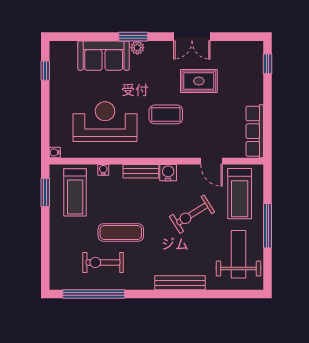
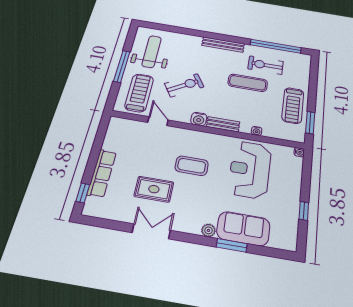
window: (133, 37) -> (232, 245), moved
window: (45, 71) -> (304, 211), moved
reception desk: (105, 122) -> (250, 169), turned 90
row of seats: (255, 131) -> (102, 173), moved
treadmill: (75, 192) -> (293, 105), moved, turned 180
weight bench: (239, 254) -> (152, 52), turned 180
exercise bike: (103, 262) -> (266, 65), turned 180
bench: (180, 283) -> (223, 45), moved

